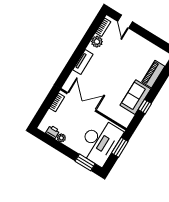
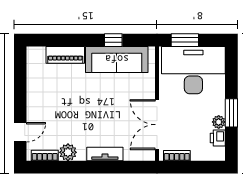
sofa: (135, 97) -> (117, 59), width x1.36
window: (85, 162) -> (231, 113), moved

